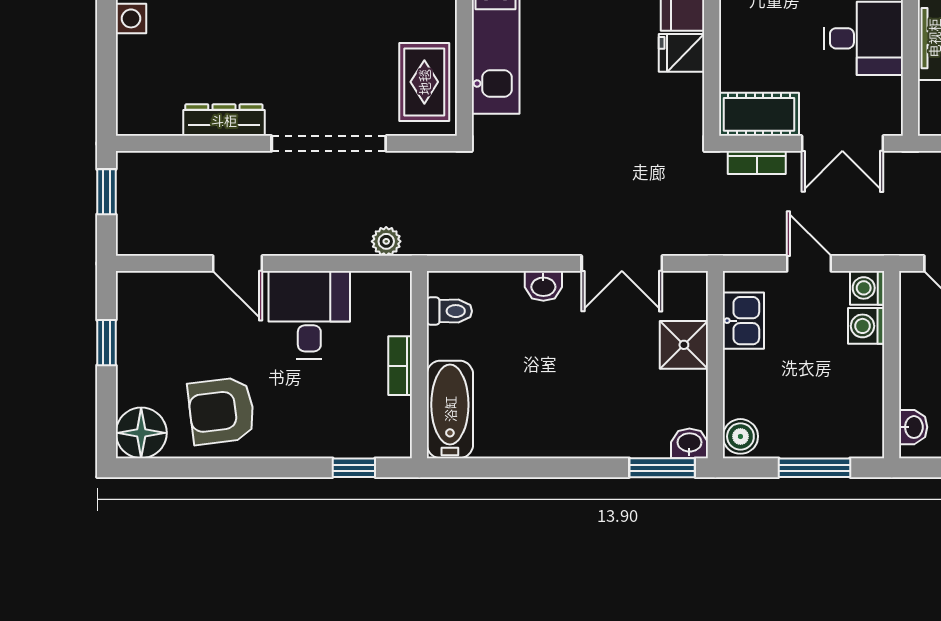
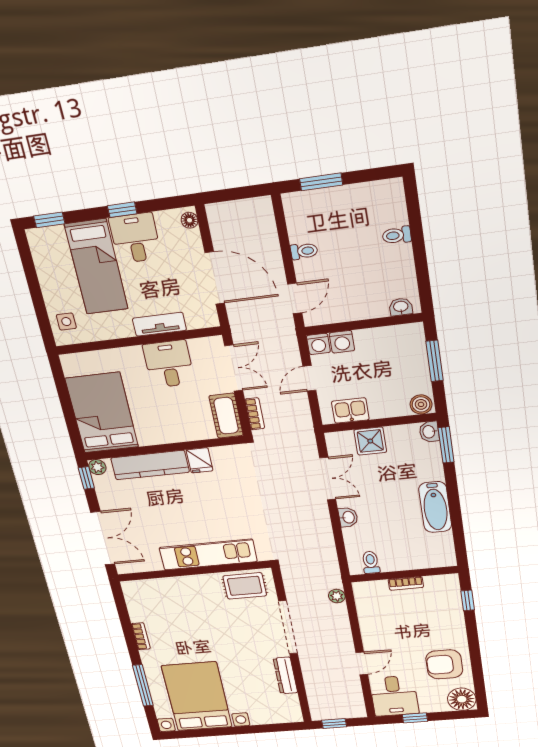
desk: (309, 315) -> (394, 696), moved, turned -90
bathtub: (450, 409) -> (435, 507), moved, turned -90
armchair: (222, 411) -> (444, 664), turned 97

